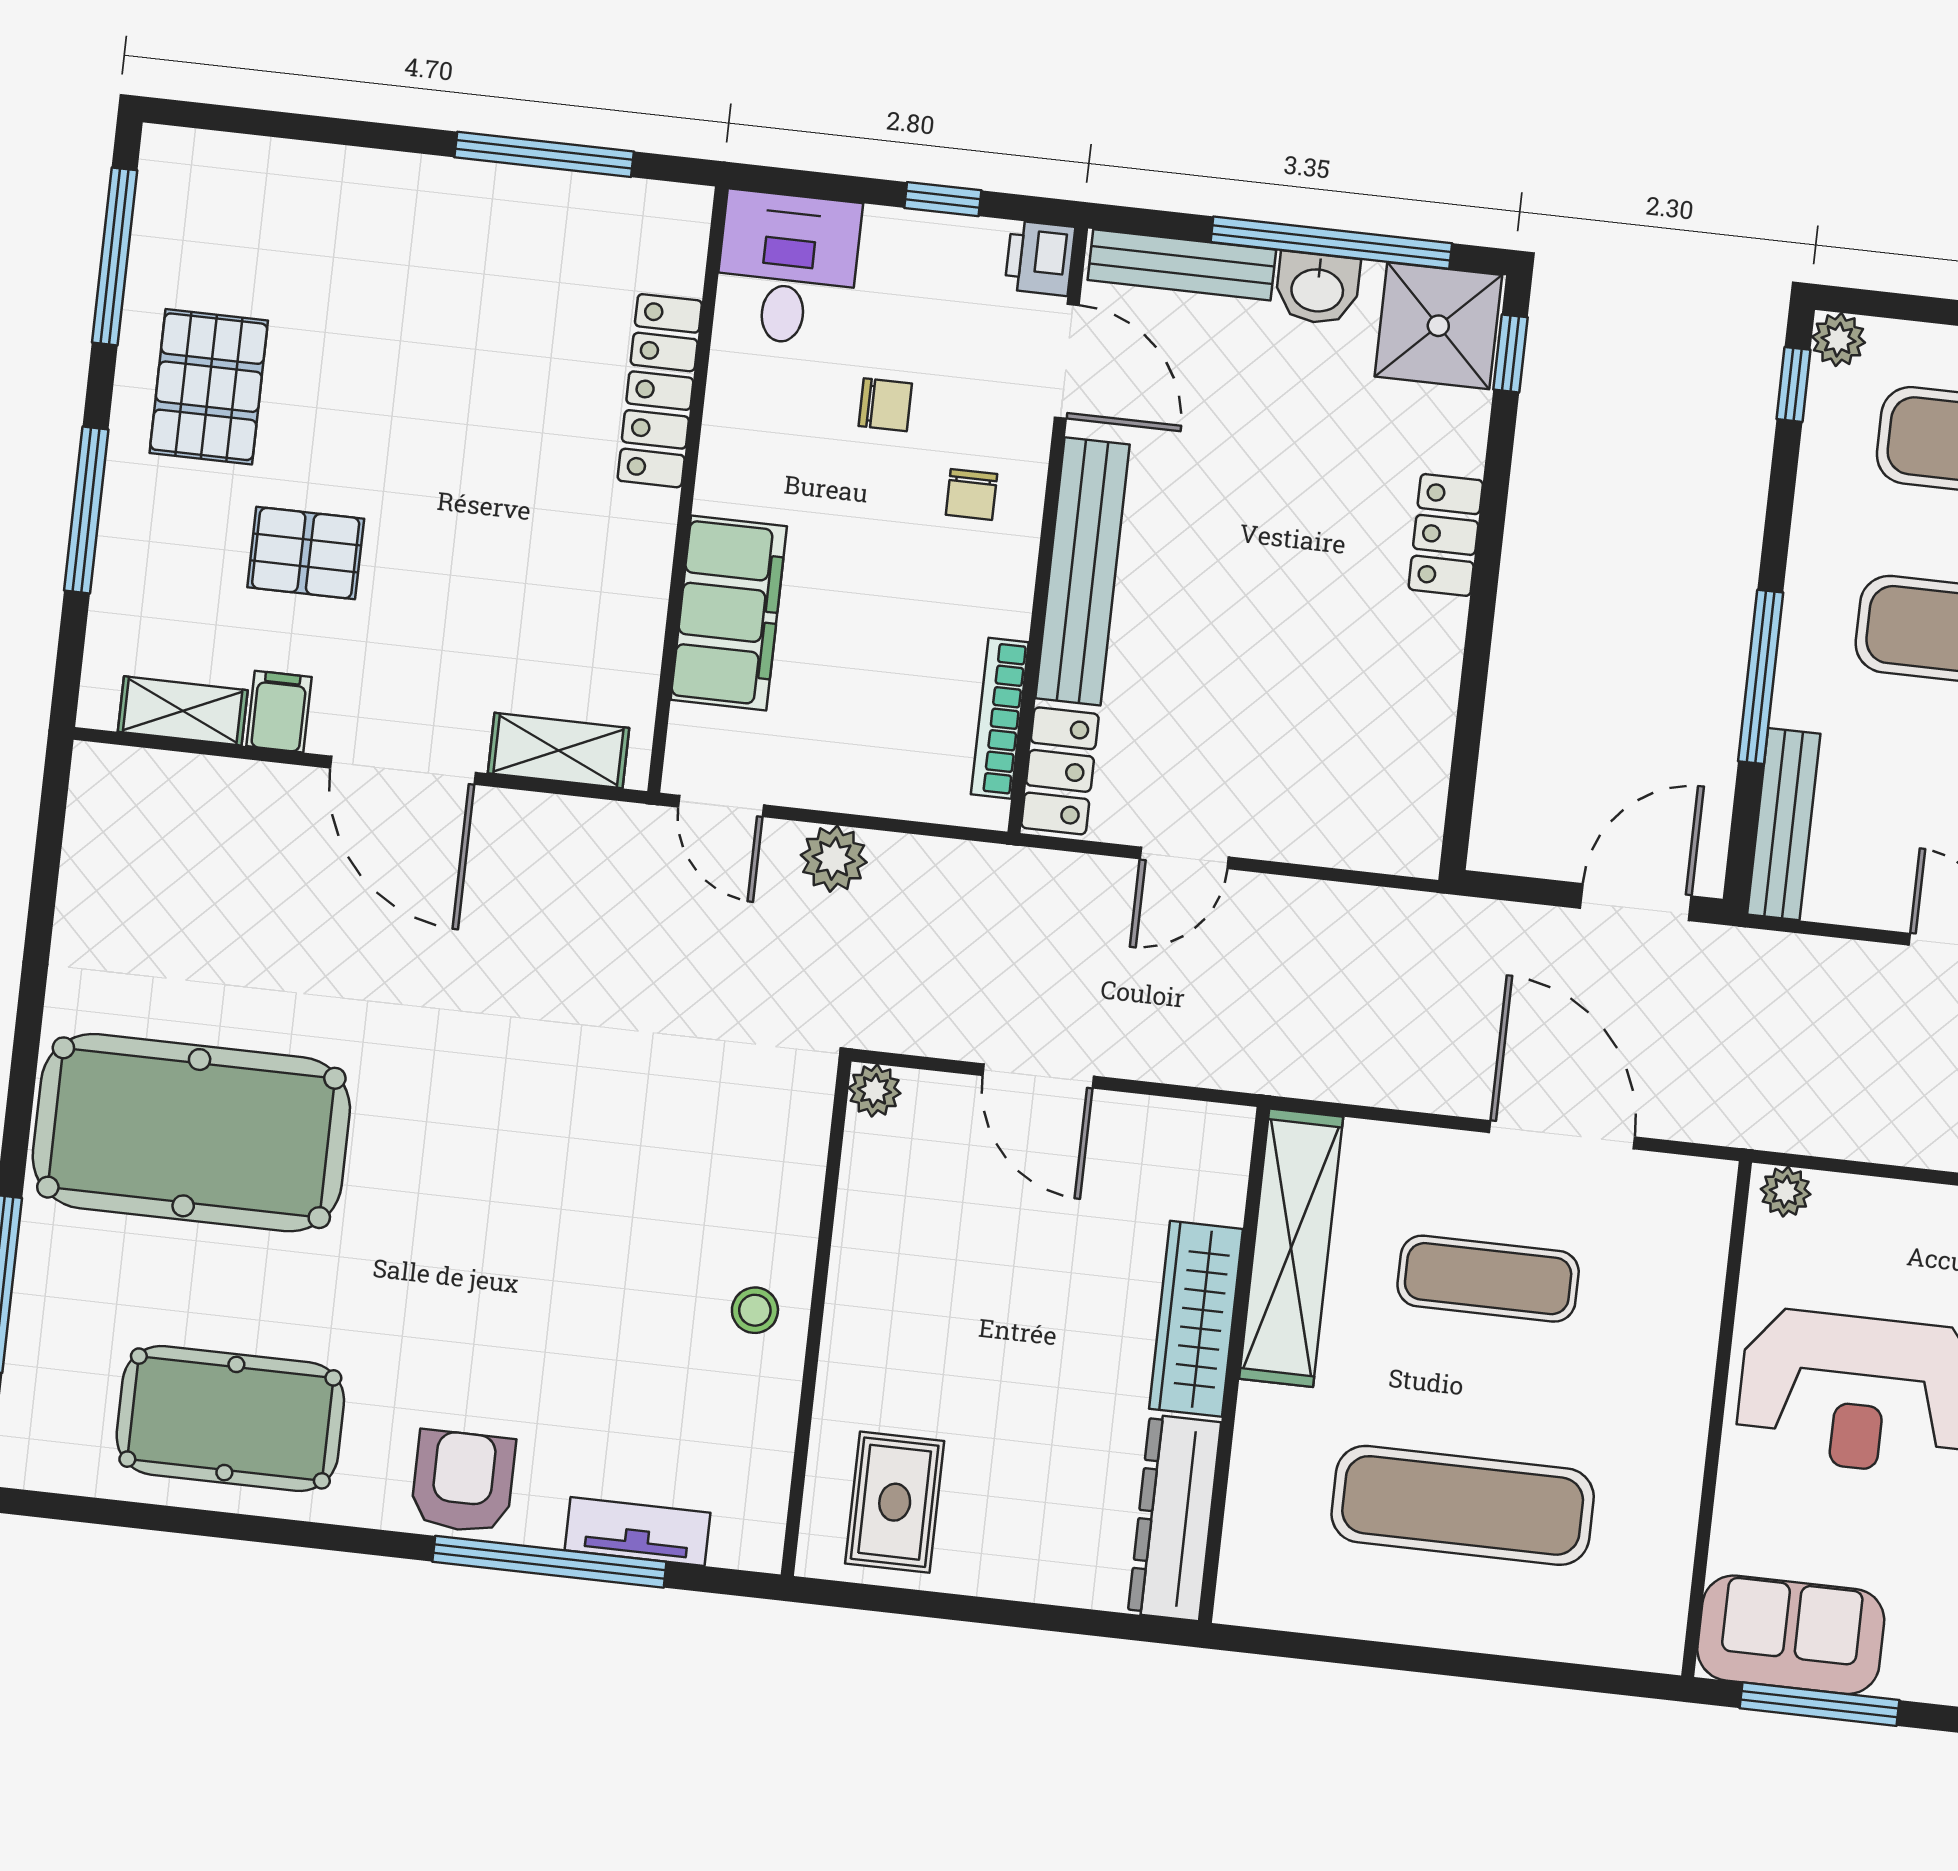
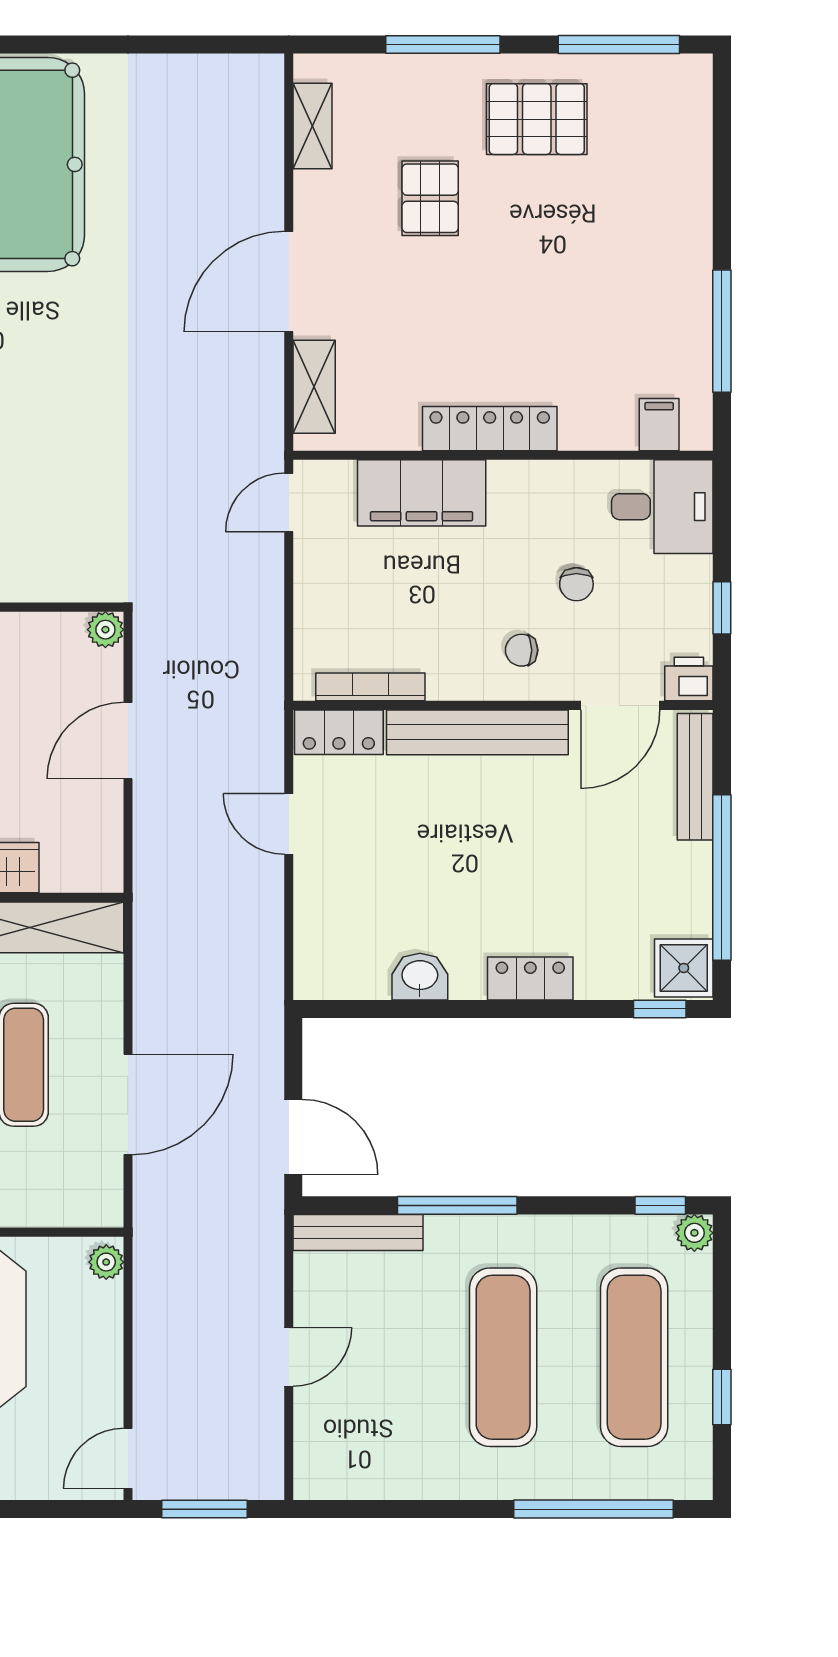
washbasin: (1317, 288) -> (420, 977), moved, turned 90
shower: (1438, 326) -> (684, 968), width x0.73, depth x0.73
locker: (660, 391) -> (490, 429), moved
filing cabinet: (279, 712) -> (659, 425), moved, turned -90
plant: (834, 859) -> (261, 584), removed

